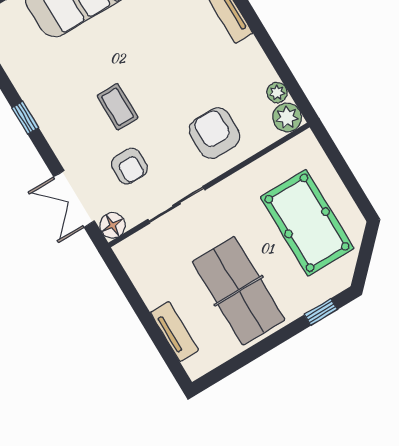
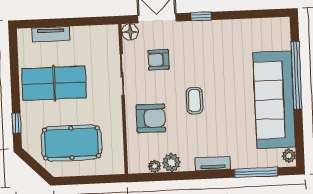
coffee table: (118, 107) -> (195, 101), moved, turned 90
window: (25, 118) -> (201, 16), moved
plant: (287, 118) -> (171, 163), moved

